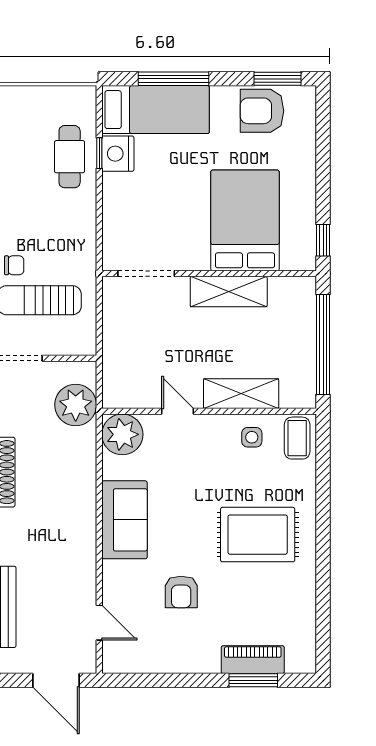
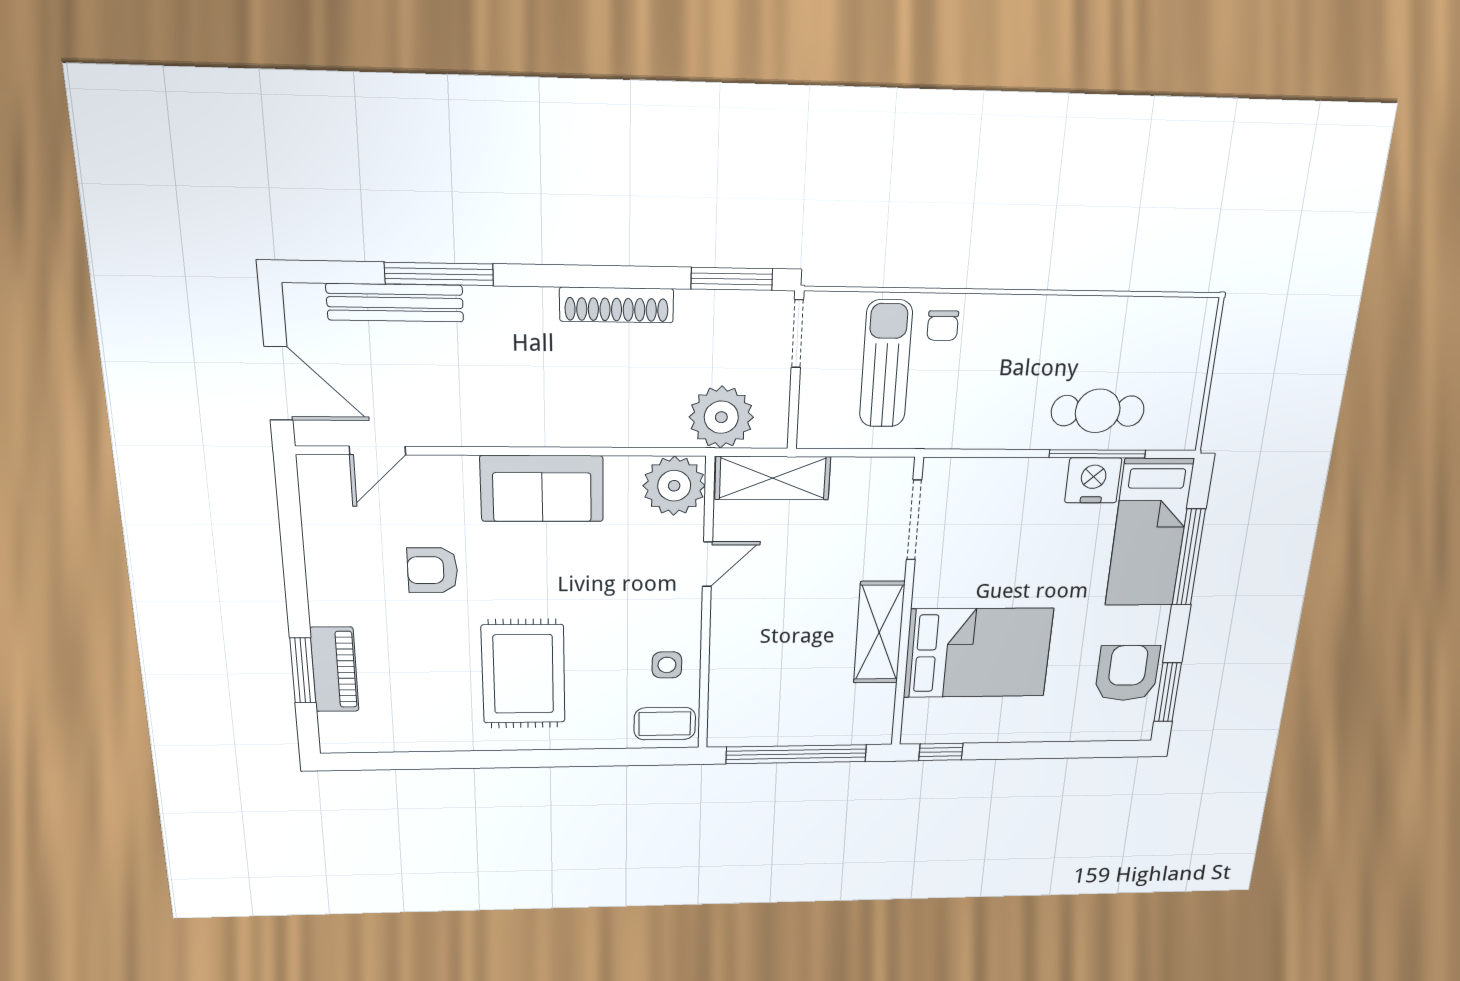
window: (99, 153) -> (1097, 454), width x2.17
shelving: (241, 394) -> (773, 478), moved, turned 90
door: (56, 680) -> (279, 383), swing flipped

